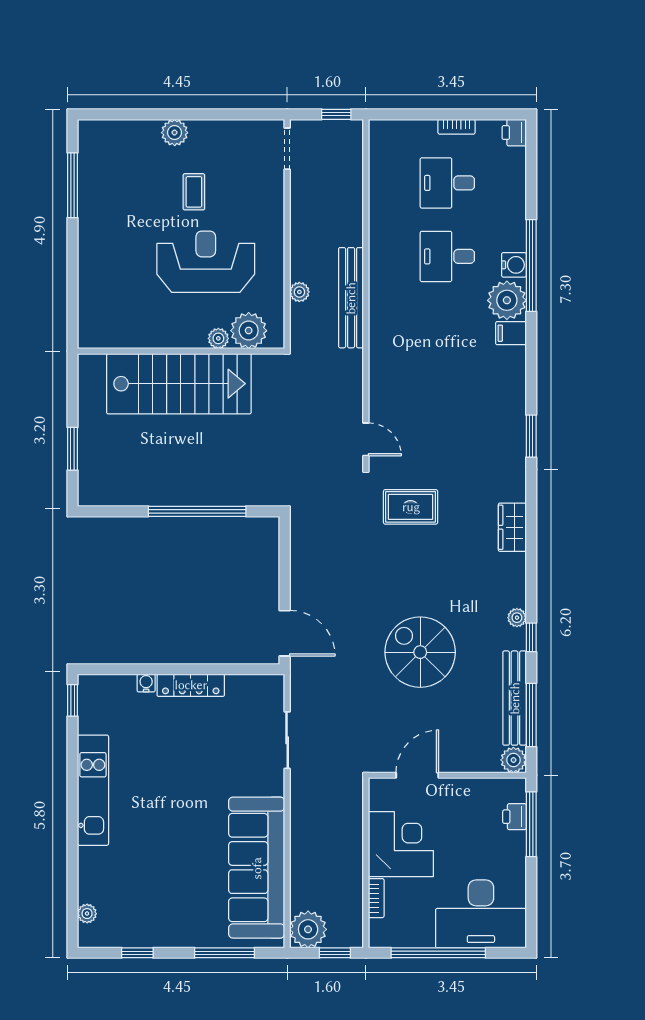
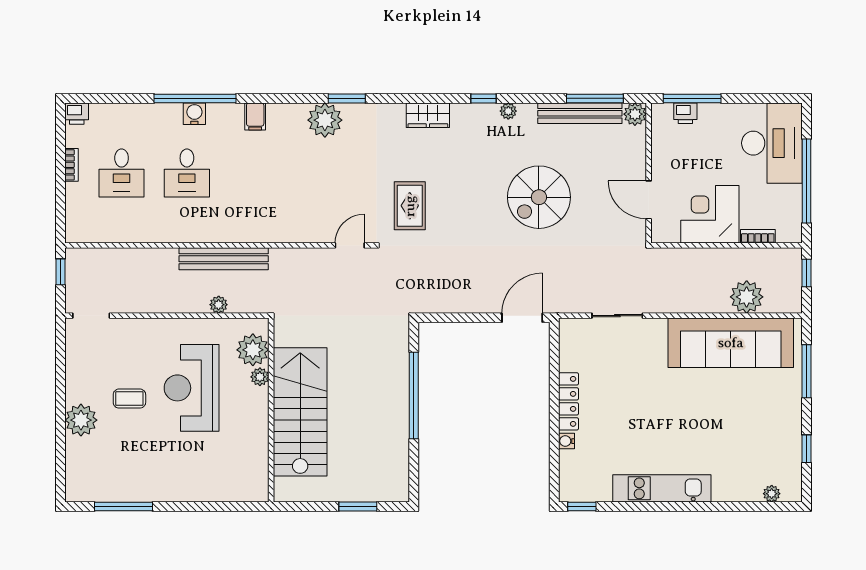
plant: (175, 133) -> (81, 420), width x1.36, depth x1.36
plant: (507, 300) -> (325, 120), moved
window: (531, 637) -> (484, 98), moved
plant: (308, 929) -> (747, 297), moved

